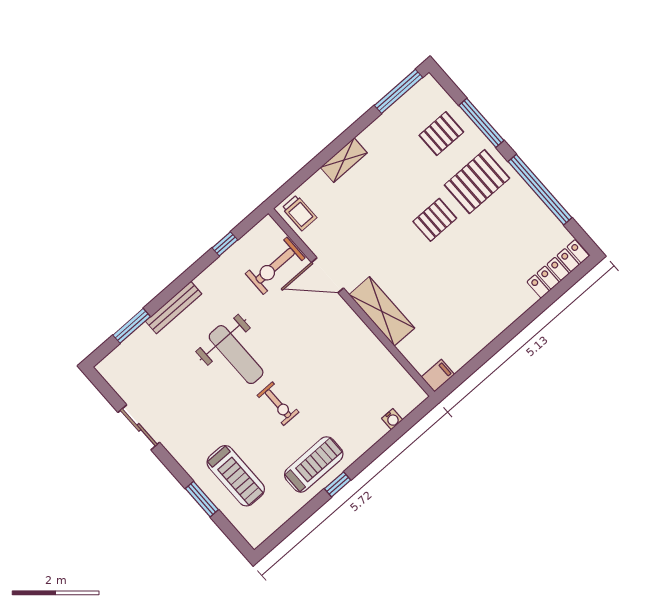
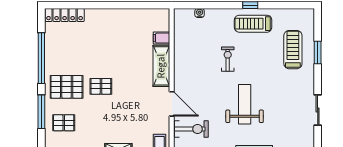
filing cabinet: (438, 376) -> (161, 38), moved
exercise bike: (278, 404) -> (228, 59), moved

